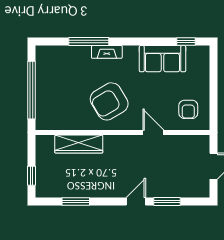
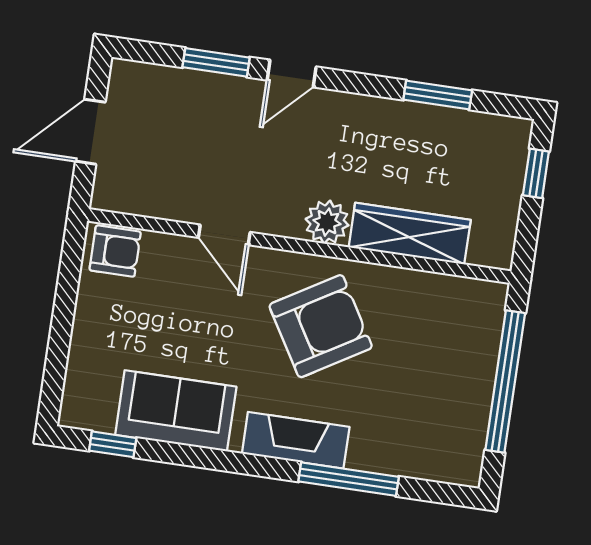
fireplace: (107, 52) -> (296, 440), width x1.37, depth x1.32
armchair: (188, 109) -> (115, 251), moved, turned 90
plant: (113, 144) -> (327, 222), added

